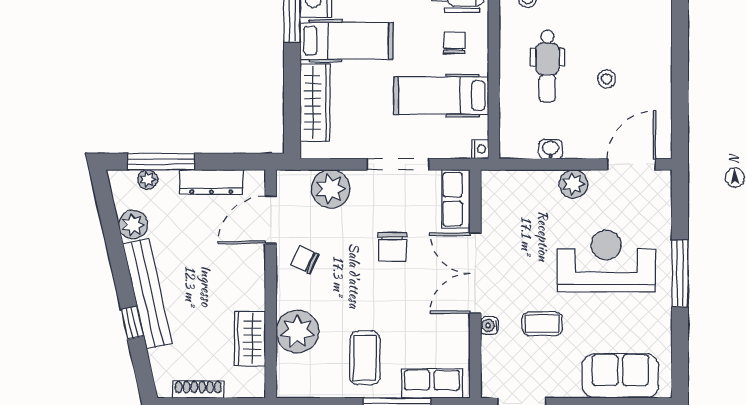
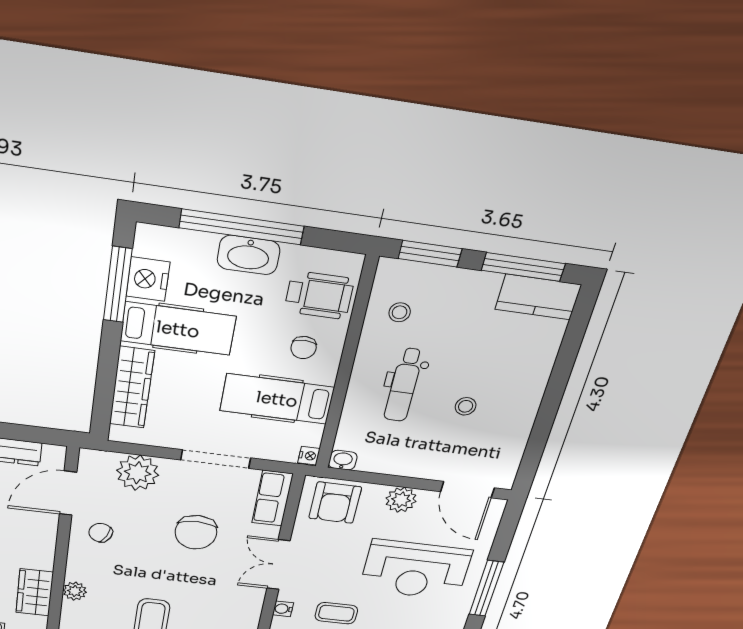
chair: (454, 43) -> (304, 348), turned 180
washbasin: (551, 149) -> (343, 460), moved
door: (631, 164) -> (467, 490), swing flipped
armchair: (514, 196) -> (335, 503), added
chair: (392, 247) -> (196, 532), width x1.37, depth x1.37
reception desk: (606, 261) -> (415, 570), turned 180
double door: (475, 273) -> (278, 565), width x0.73
plant: (297, 332) -> (75, 591), width x0.53, depth x0.53

